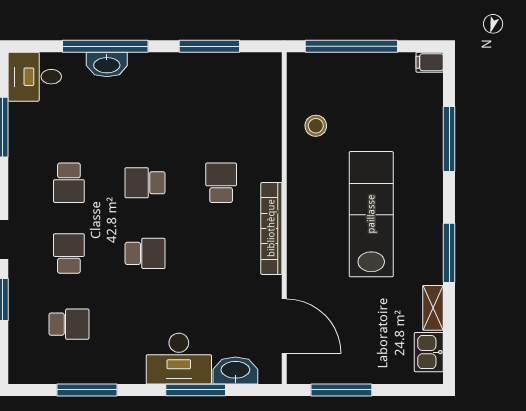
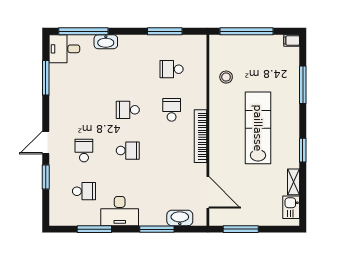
window: (105, 46) -> (83, 31), moved
school desk: (69, 183) -> (172, 69), moved, turned 90
window: (449, 253) -> (303, 150), width x0.69
desk: (179, 359) -> (120, 211), moved

